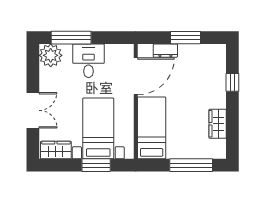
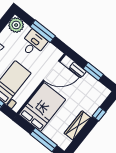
window: (71, 38) -> (43, 31), moved
wardrobe: (218, 124) -> (77, 125), width x1.50
bed: (152, 128) -> (42, 107), width x1.50

